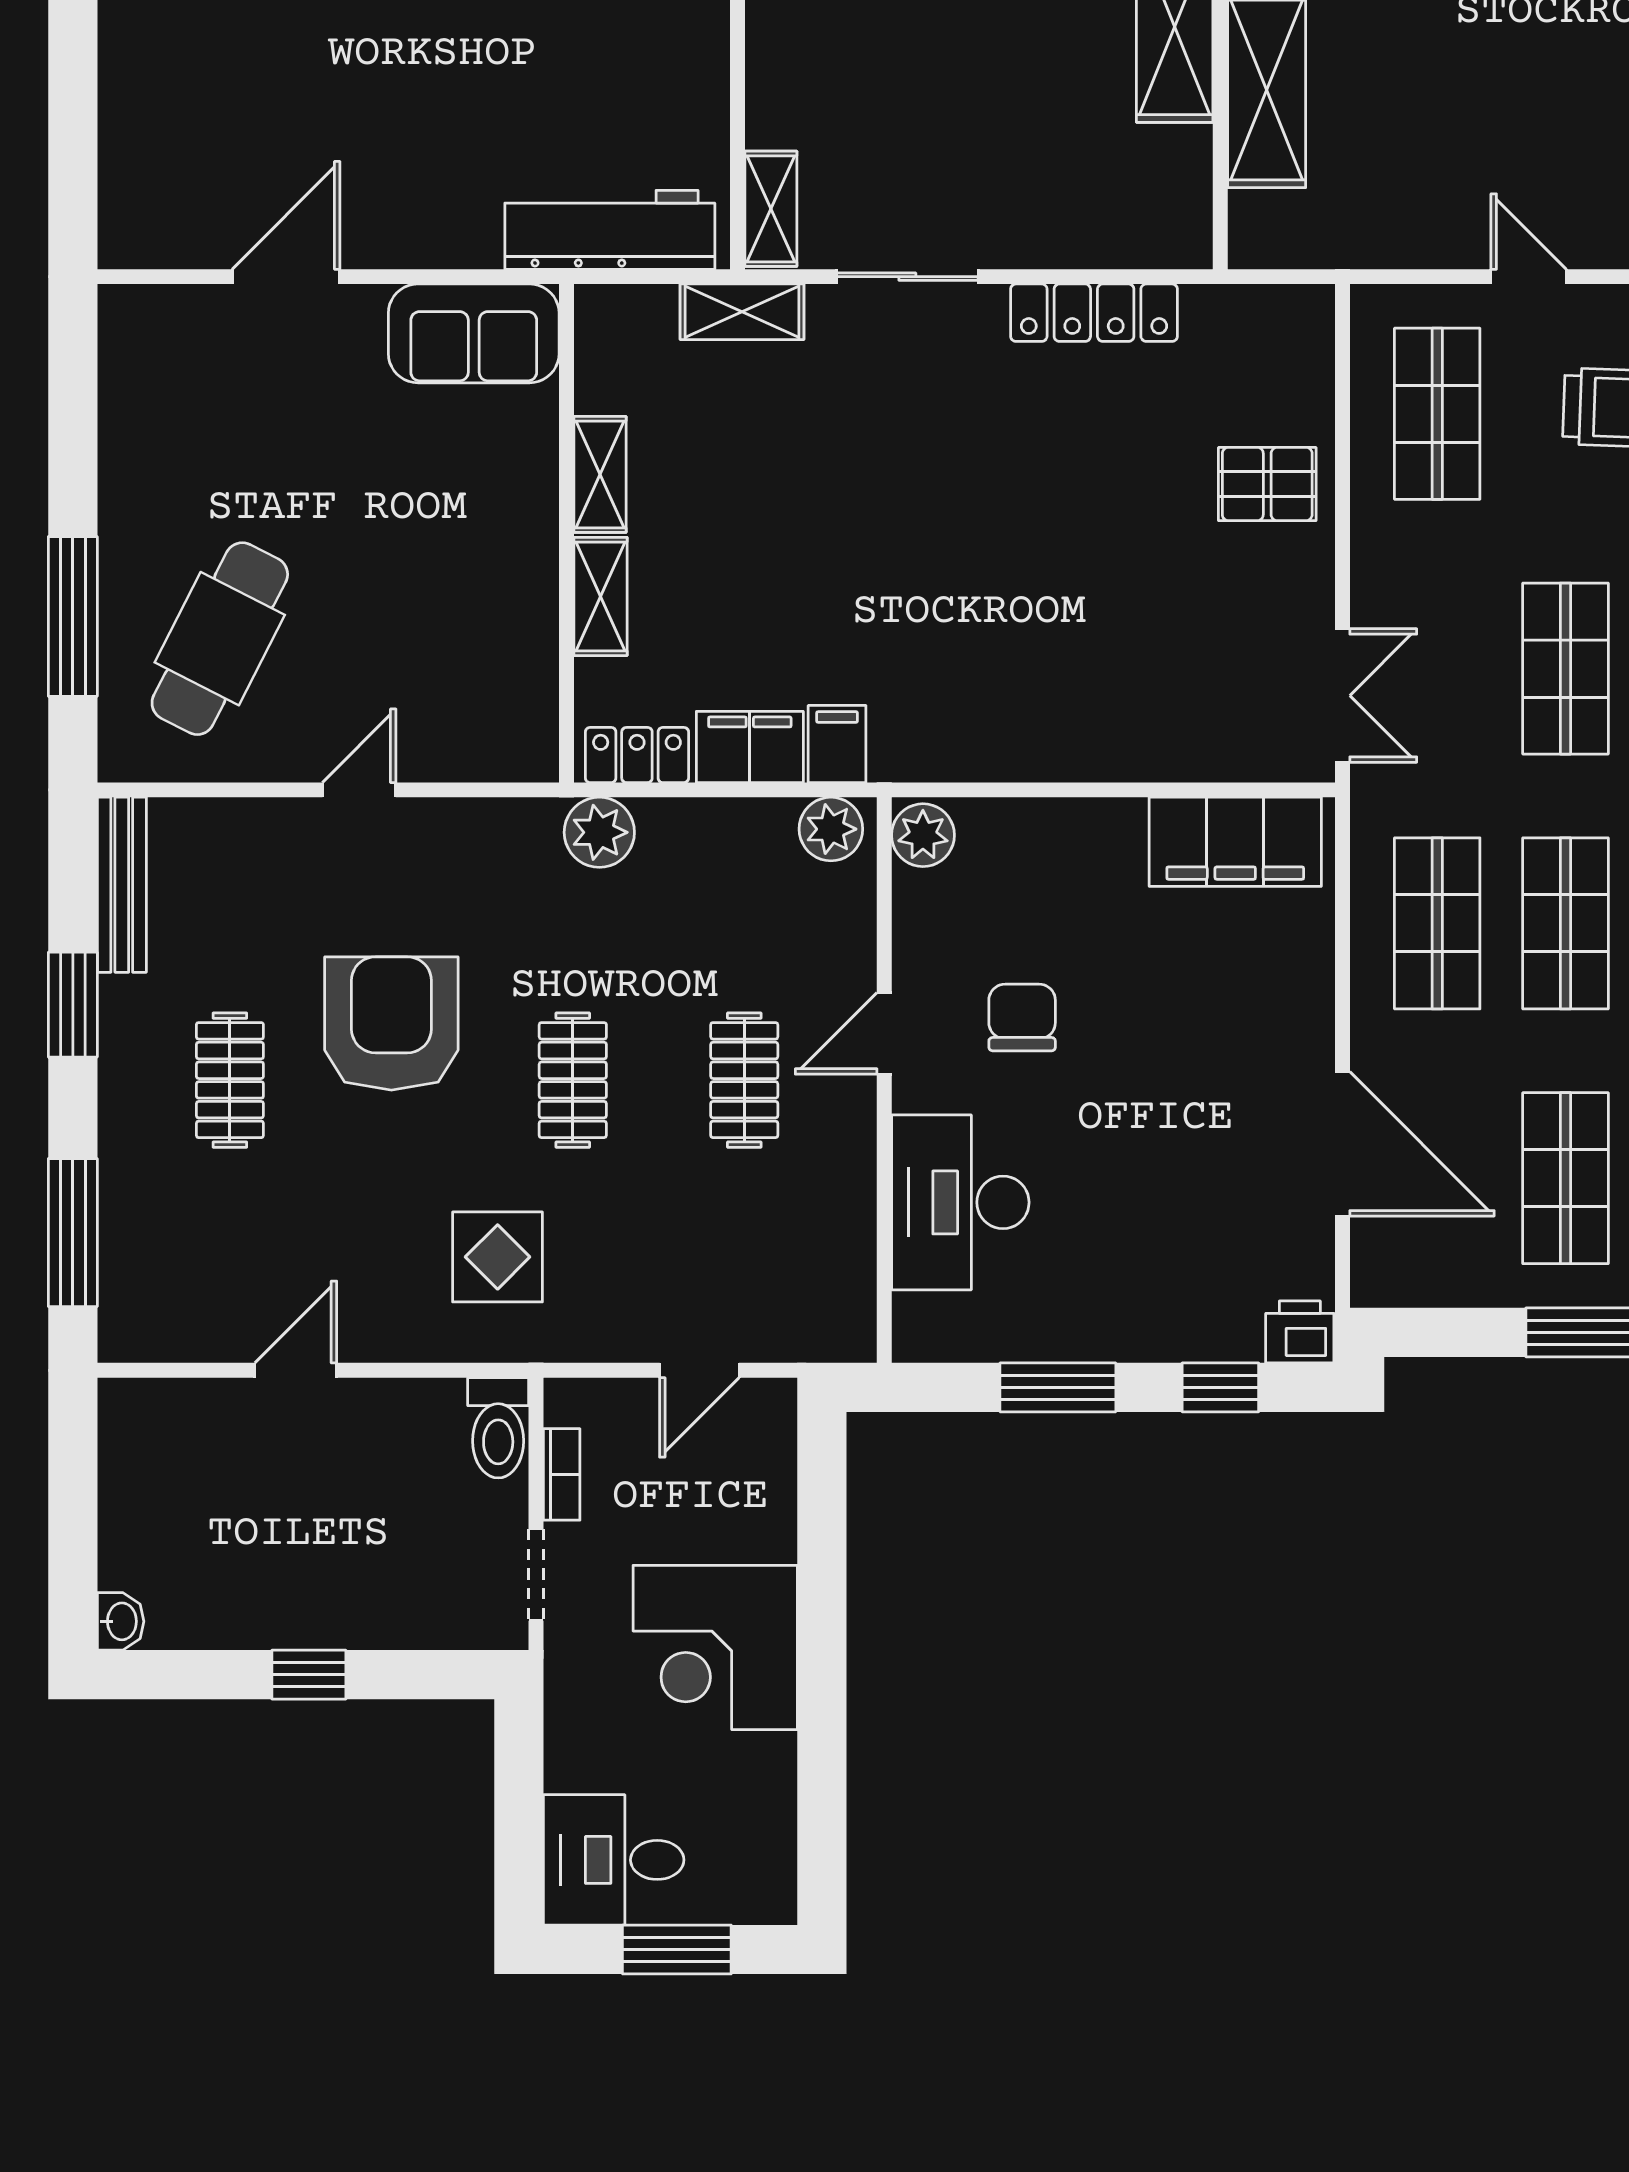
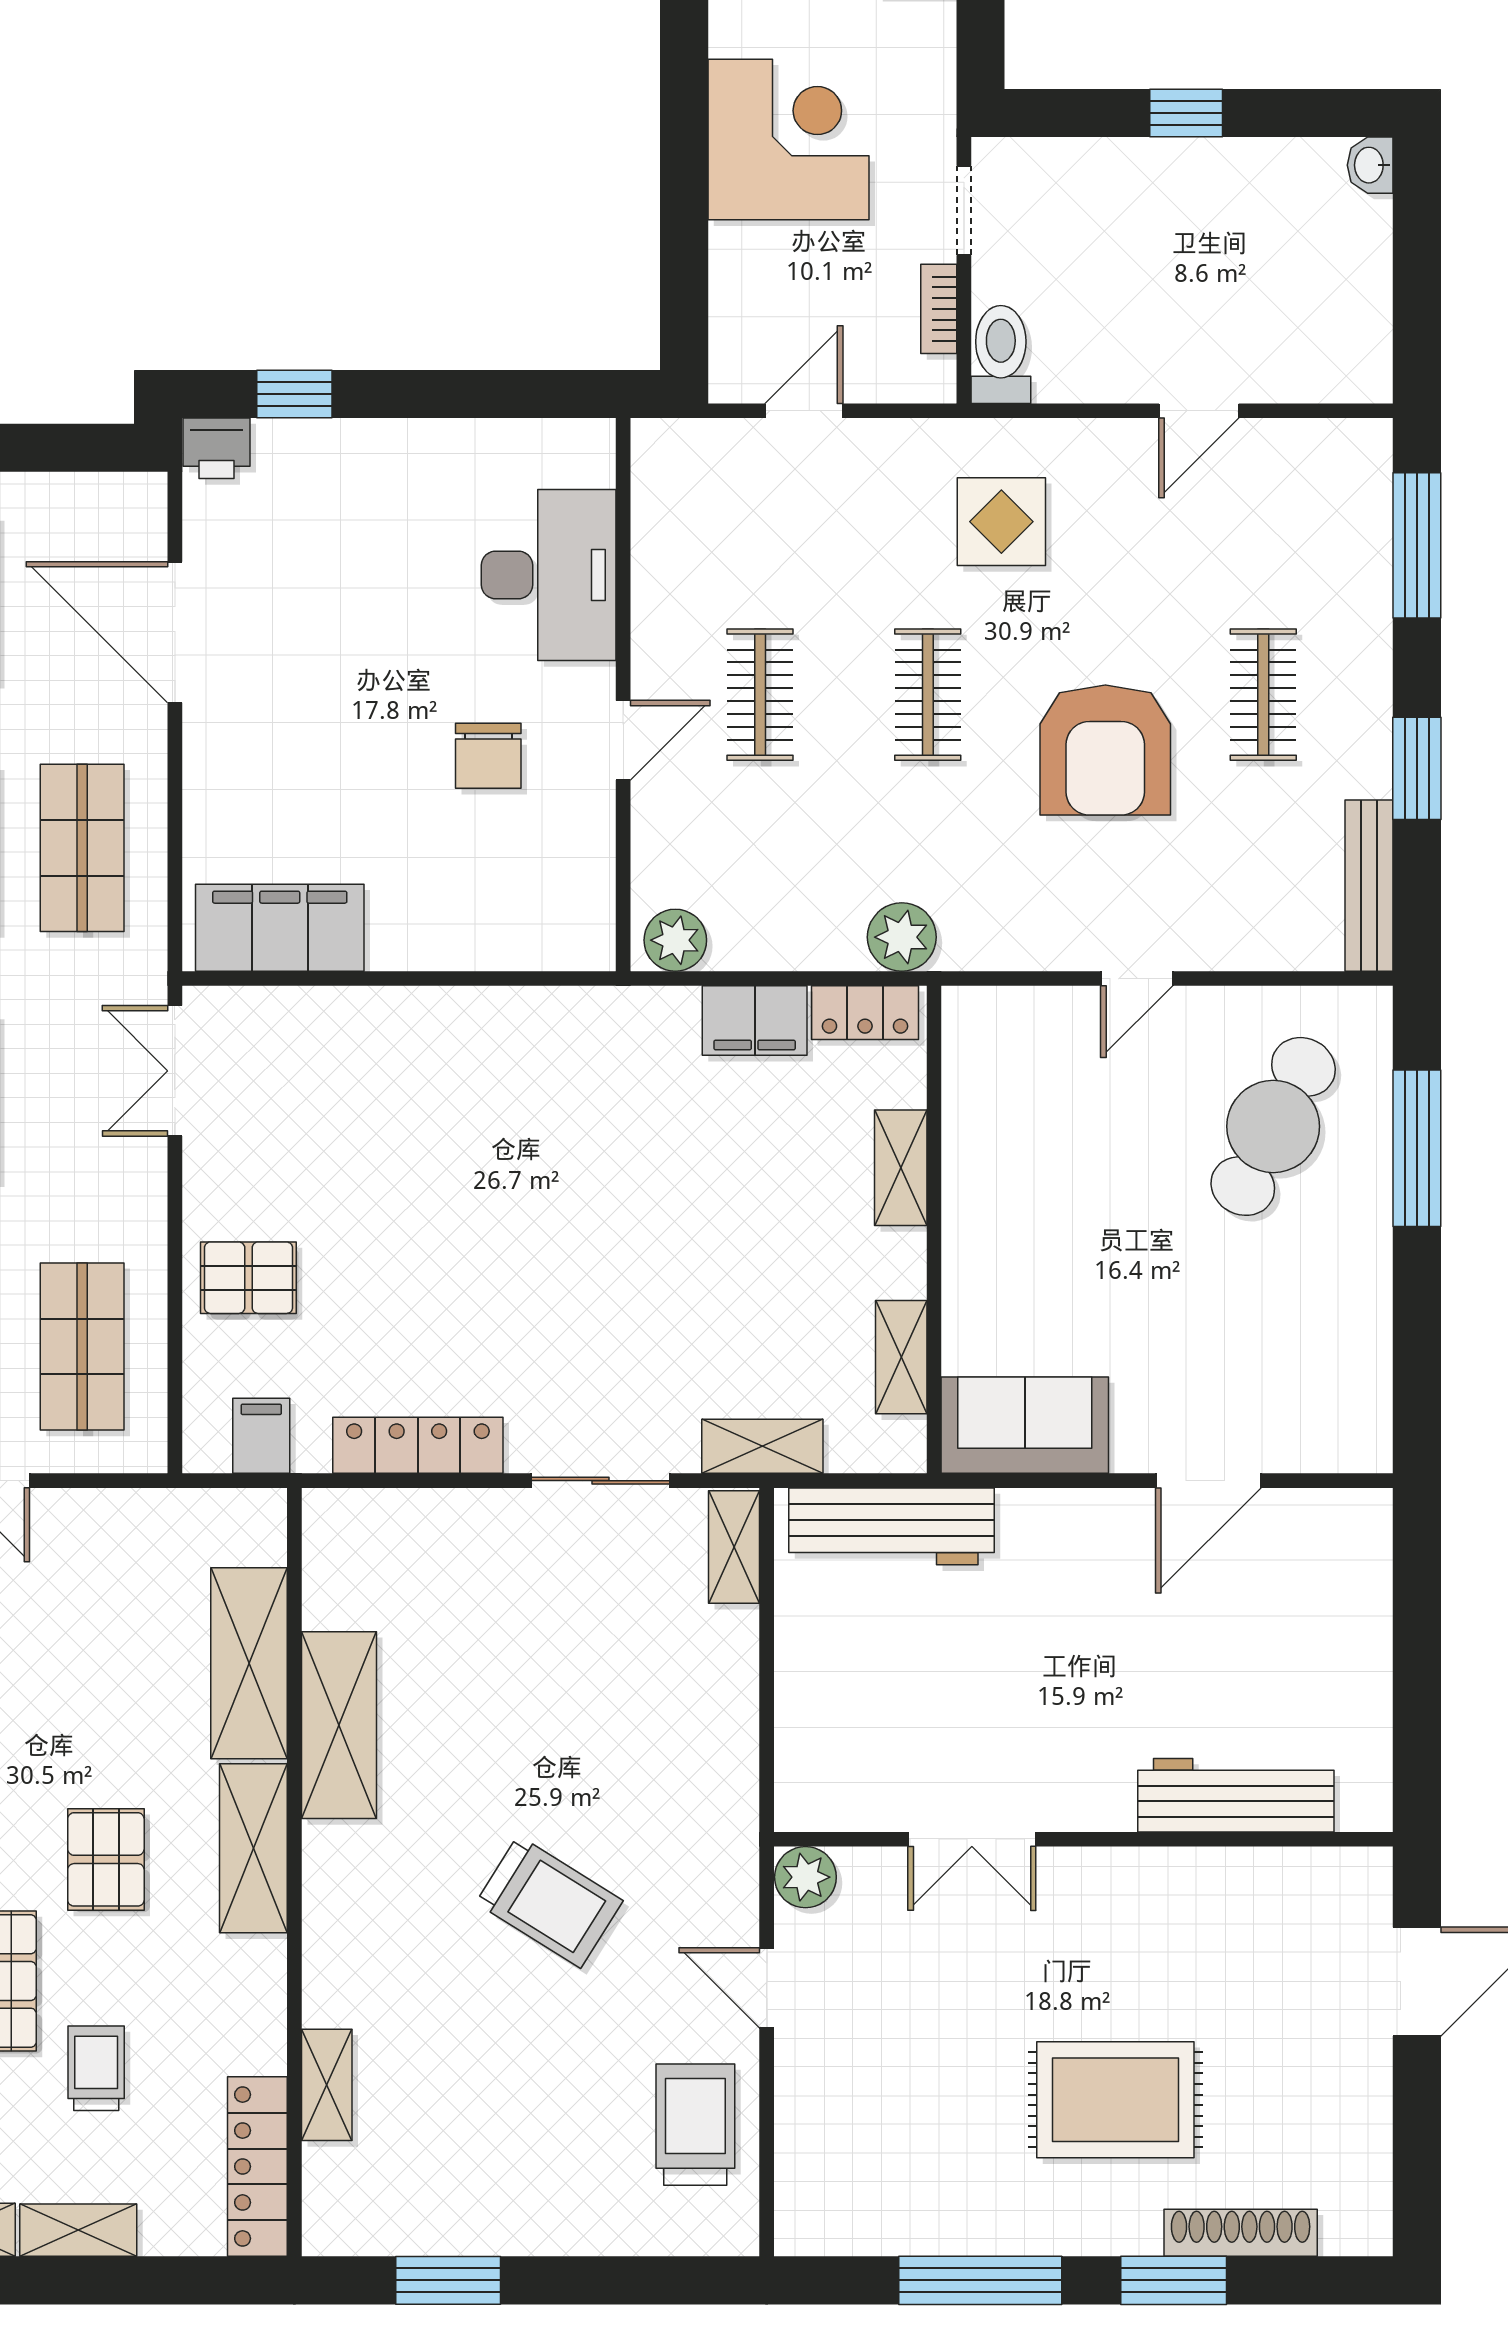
shelving: (600, 474) -> (901, 1357), moved
filing cabinet: (837, 744) -> (261, 1436), moved, turned 180
plant: (923, 835) -> (585, 934), removed
window: (1058, 1387) -> (453, 394), removed

